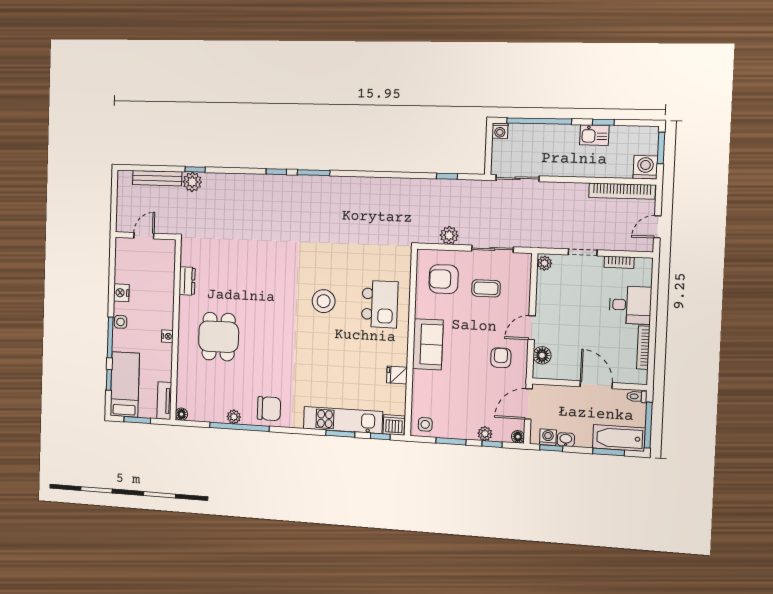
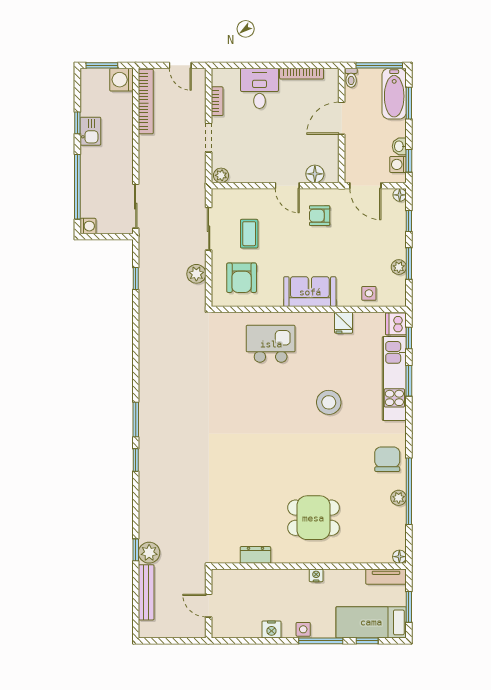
stool: (324, 301) -> (329, 402), moved
side table: (425, 424) -> (369, 293), moved
plant: (485, 434) -> (399, 267), moved

